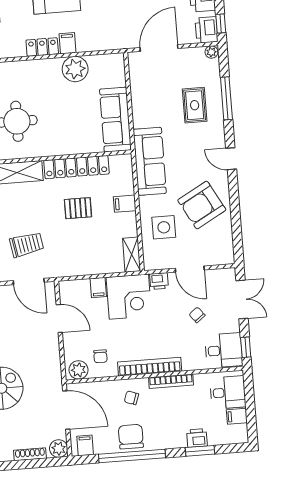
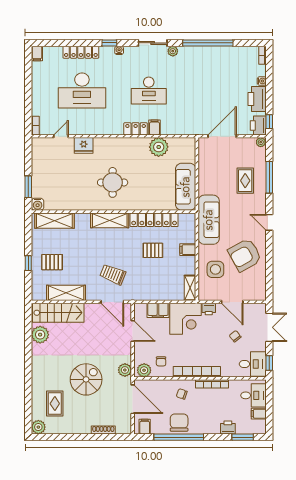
trolley: (27, 245) -> (113, 274), turned -148
filing cabinet: (98, 288) -> (158, 310), width x2.00
plant: (59, 449) -> (125, 370), moved
window: (200, 451) -> (243, 437), moved

